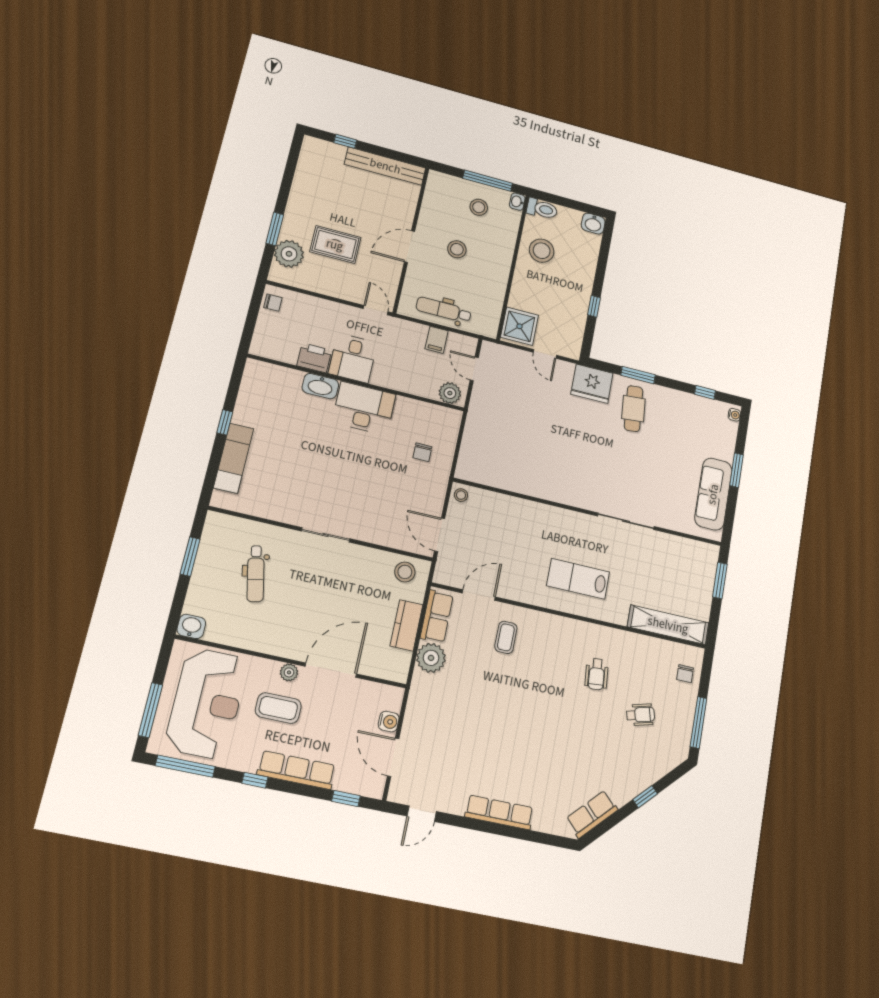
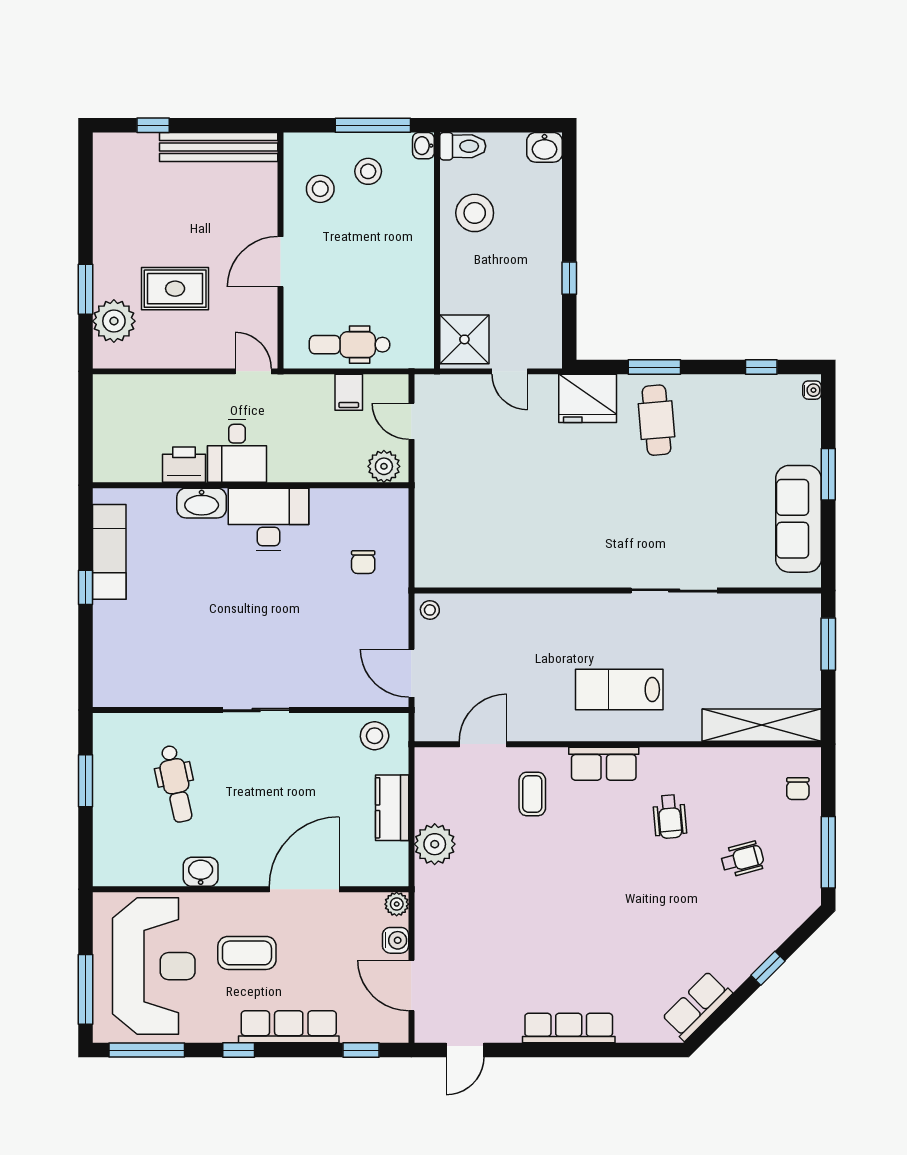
stool: (457, 249) -> (320, 189), moved
chair: (273, 303) -> (109, 399), removed
exam couch: (234, 458) -> (109, 552), moved
row of seats: (437, 616) -> (604, 764), moved, turned 90
washbasin: (191, 626) -> (201, 872), moved
plant: (289, 672) -> (397, 904), moved

